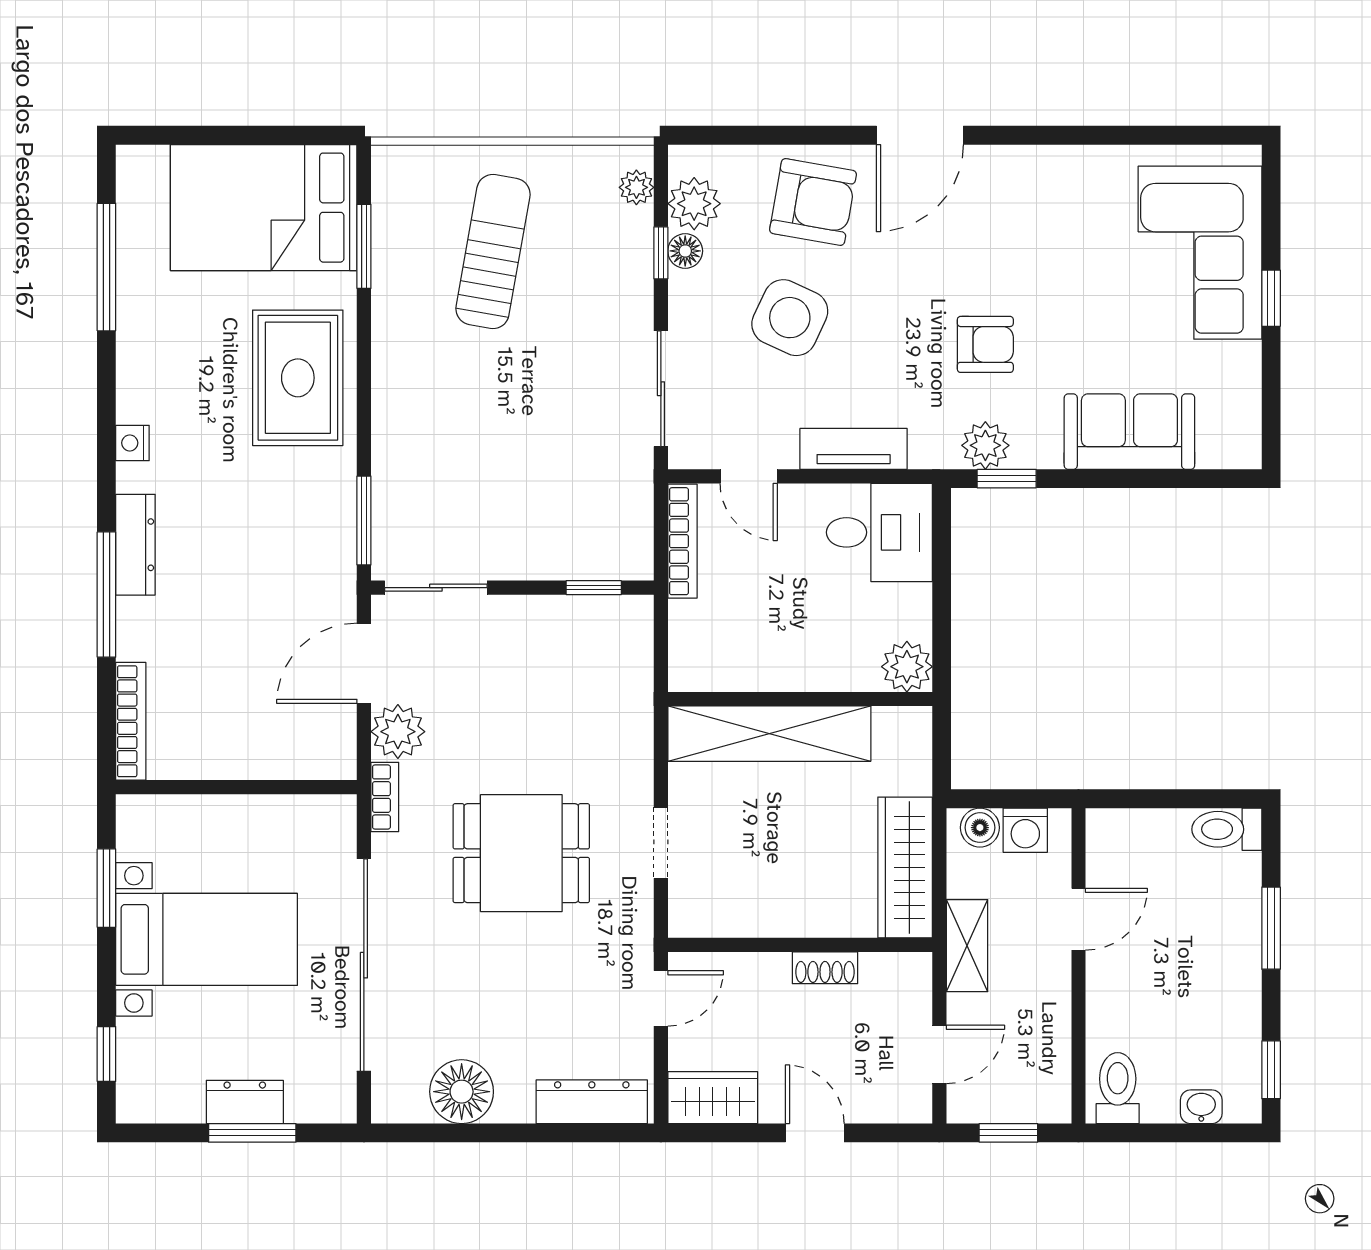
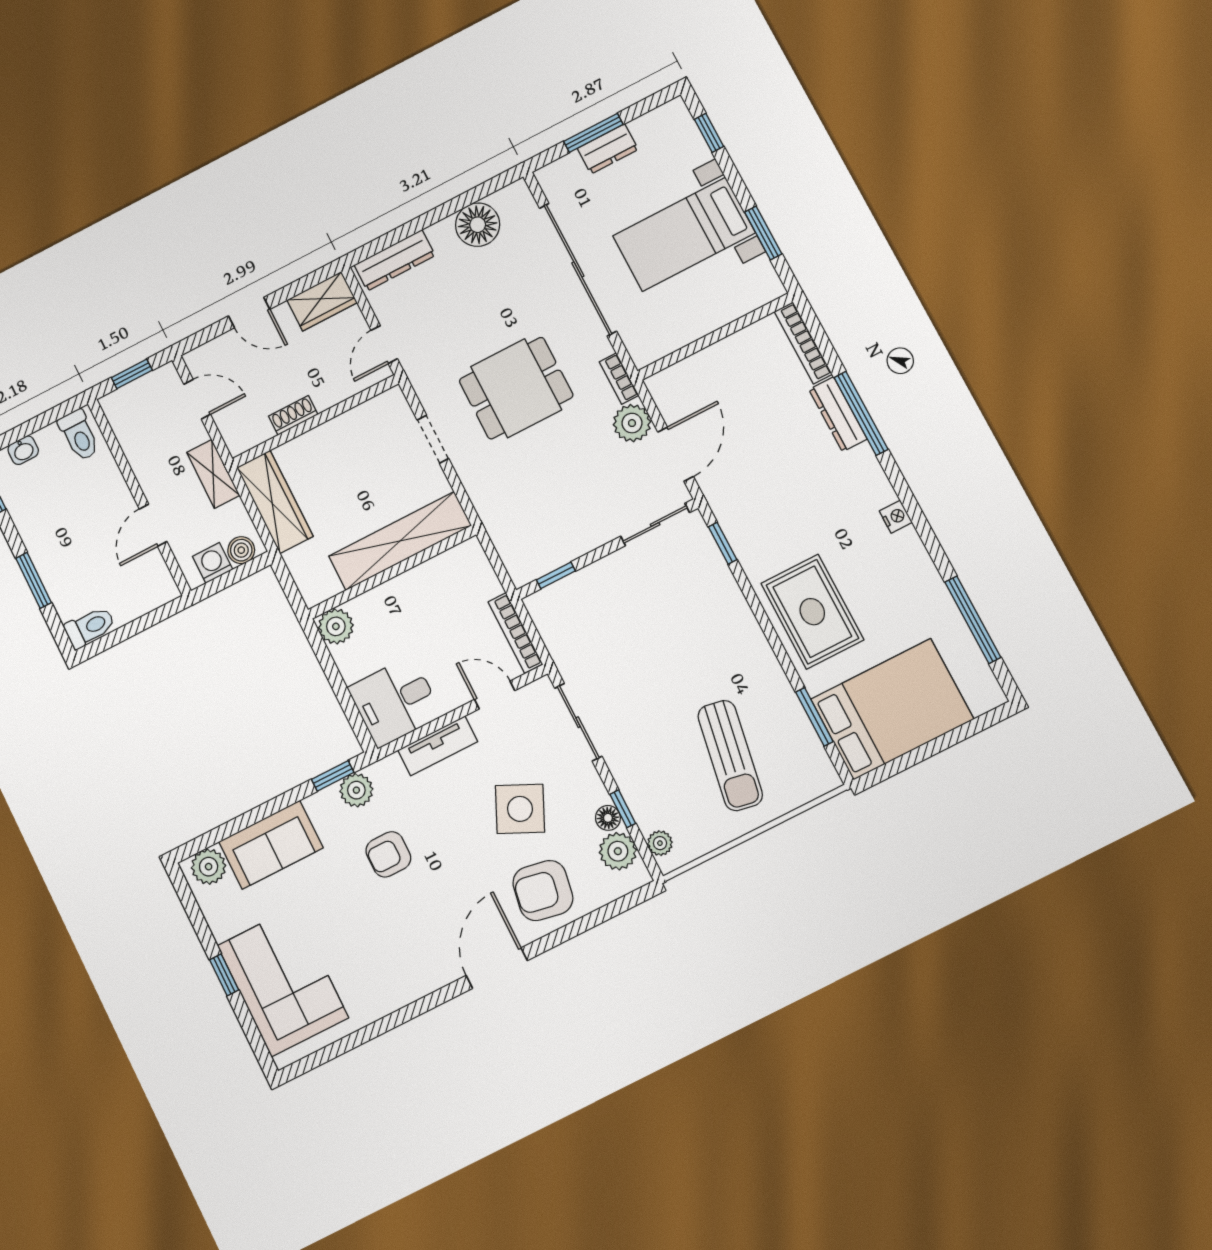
plant: (1224, 444) -> (209, 867), added
window: (364, 520) -> (723, 543), width x0.67
dresser: (135, 545) -> (838, 414), moved
door: (939, 1054) -> (197, 399), swing flipped

